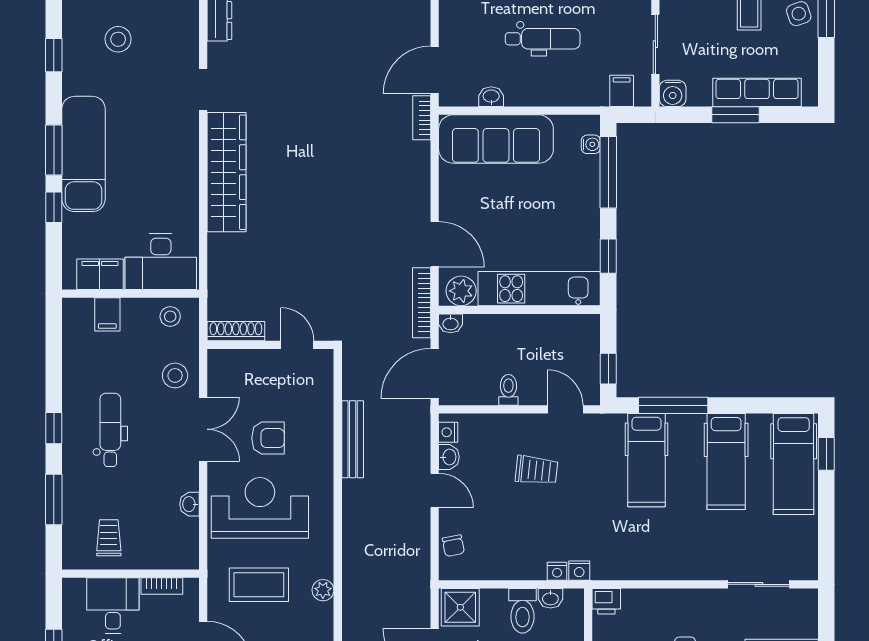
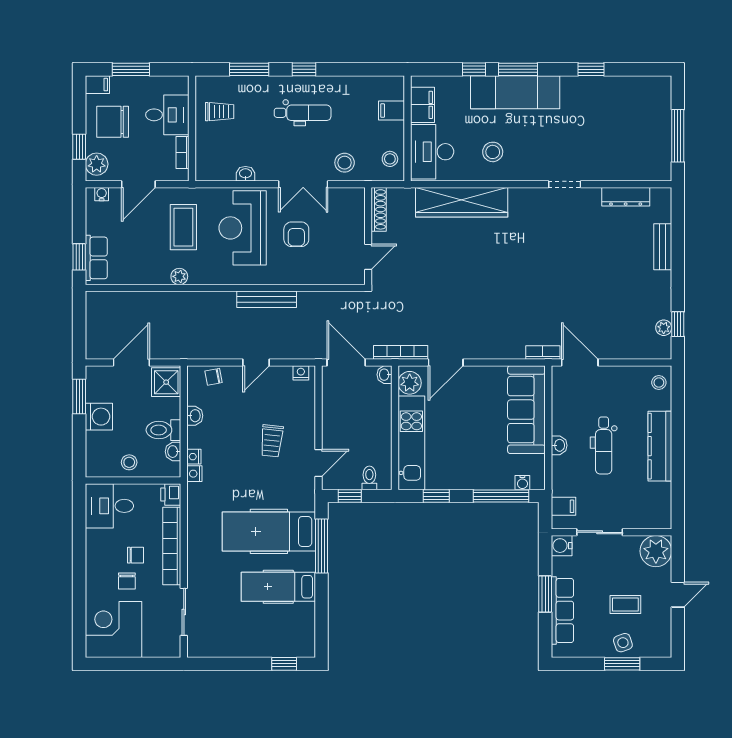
stool: (118, 39) -> (493, 152), moved
washbasin: (491, 97) -> (559, 445), moved
wardrobe: (227, 172) -> (462, 202), moved
toilet: (508, 390) -> (369, 478), moved, turned -90
bench: (353, 439) -> (267, 299), moved
washbasin: (449, 457) -> (195, 416), moved, turned -90
hospital bed: (646, 460) -> (269, 531), width x1.37, depth x1.29
hospital bed: (794, 464) -> (276, 639), removed
reception desk: (260, 508) -> (243, 228), turned 180
bookcase: (673, 600) -> (172, 546), added

